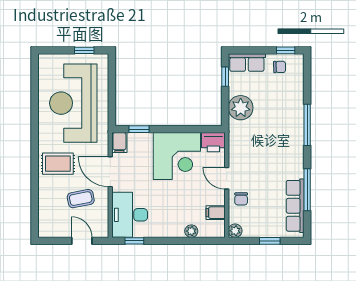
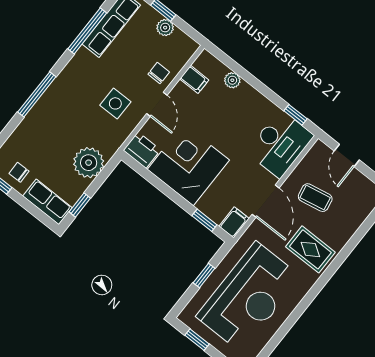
window: (112, 94) -> (204, 276), added
side table: (253, 158) -> (115, 103), added
plant: (235, 231) -> (165, 28), moved

